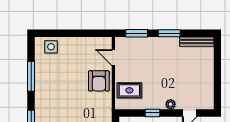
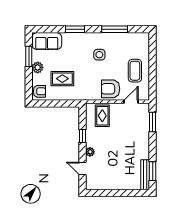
window: (169, 33) -> (153, 171), moved
side table: (51, 47) -> (99, 55), moved
coffee table: (78, 53) -> (135, 71), added

